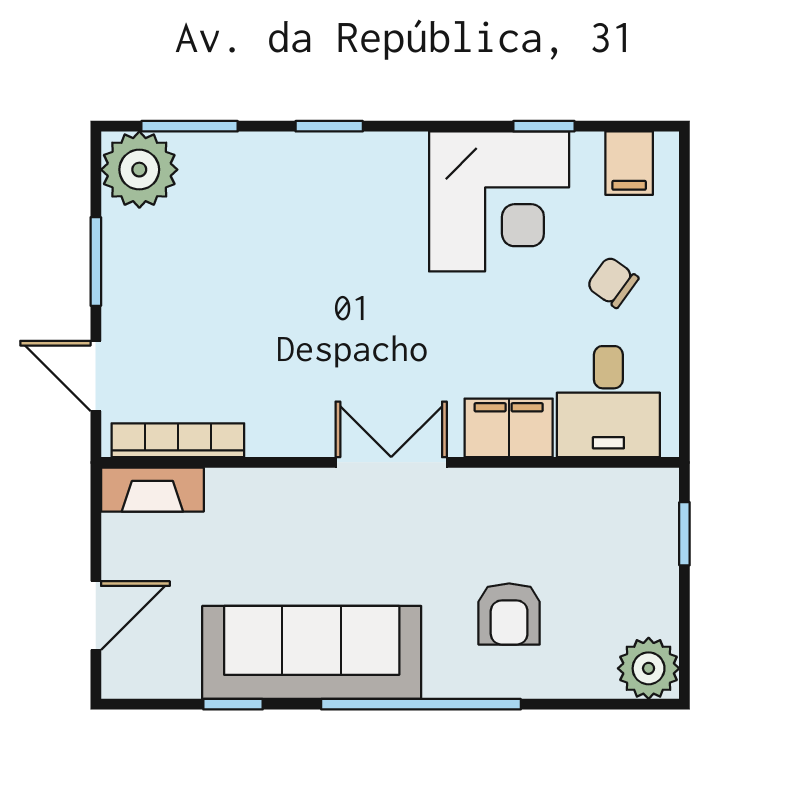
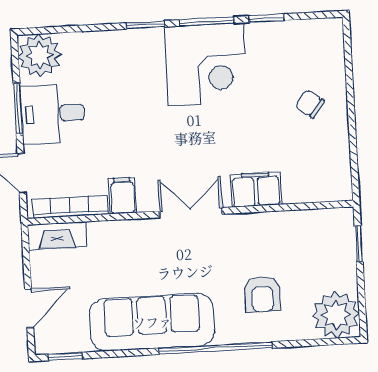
window: (190, 126) -> (206, 21), moved
filing cabinet: (629, 163) -> (123, 196), moved, turned 180
corner desk: (499, 201) -> (206, 64), moved
desk: (608, 402) -> (53, 114), moved, turned 90
plant: (649, 668) -> (336, 315), width x1.36, depth x1.36
window: (233, 704) -> (65, 356), moved

